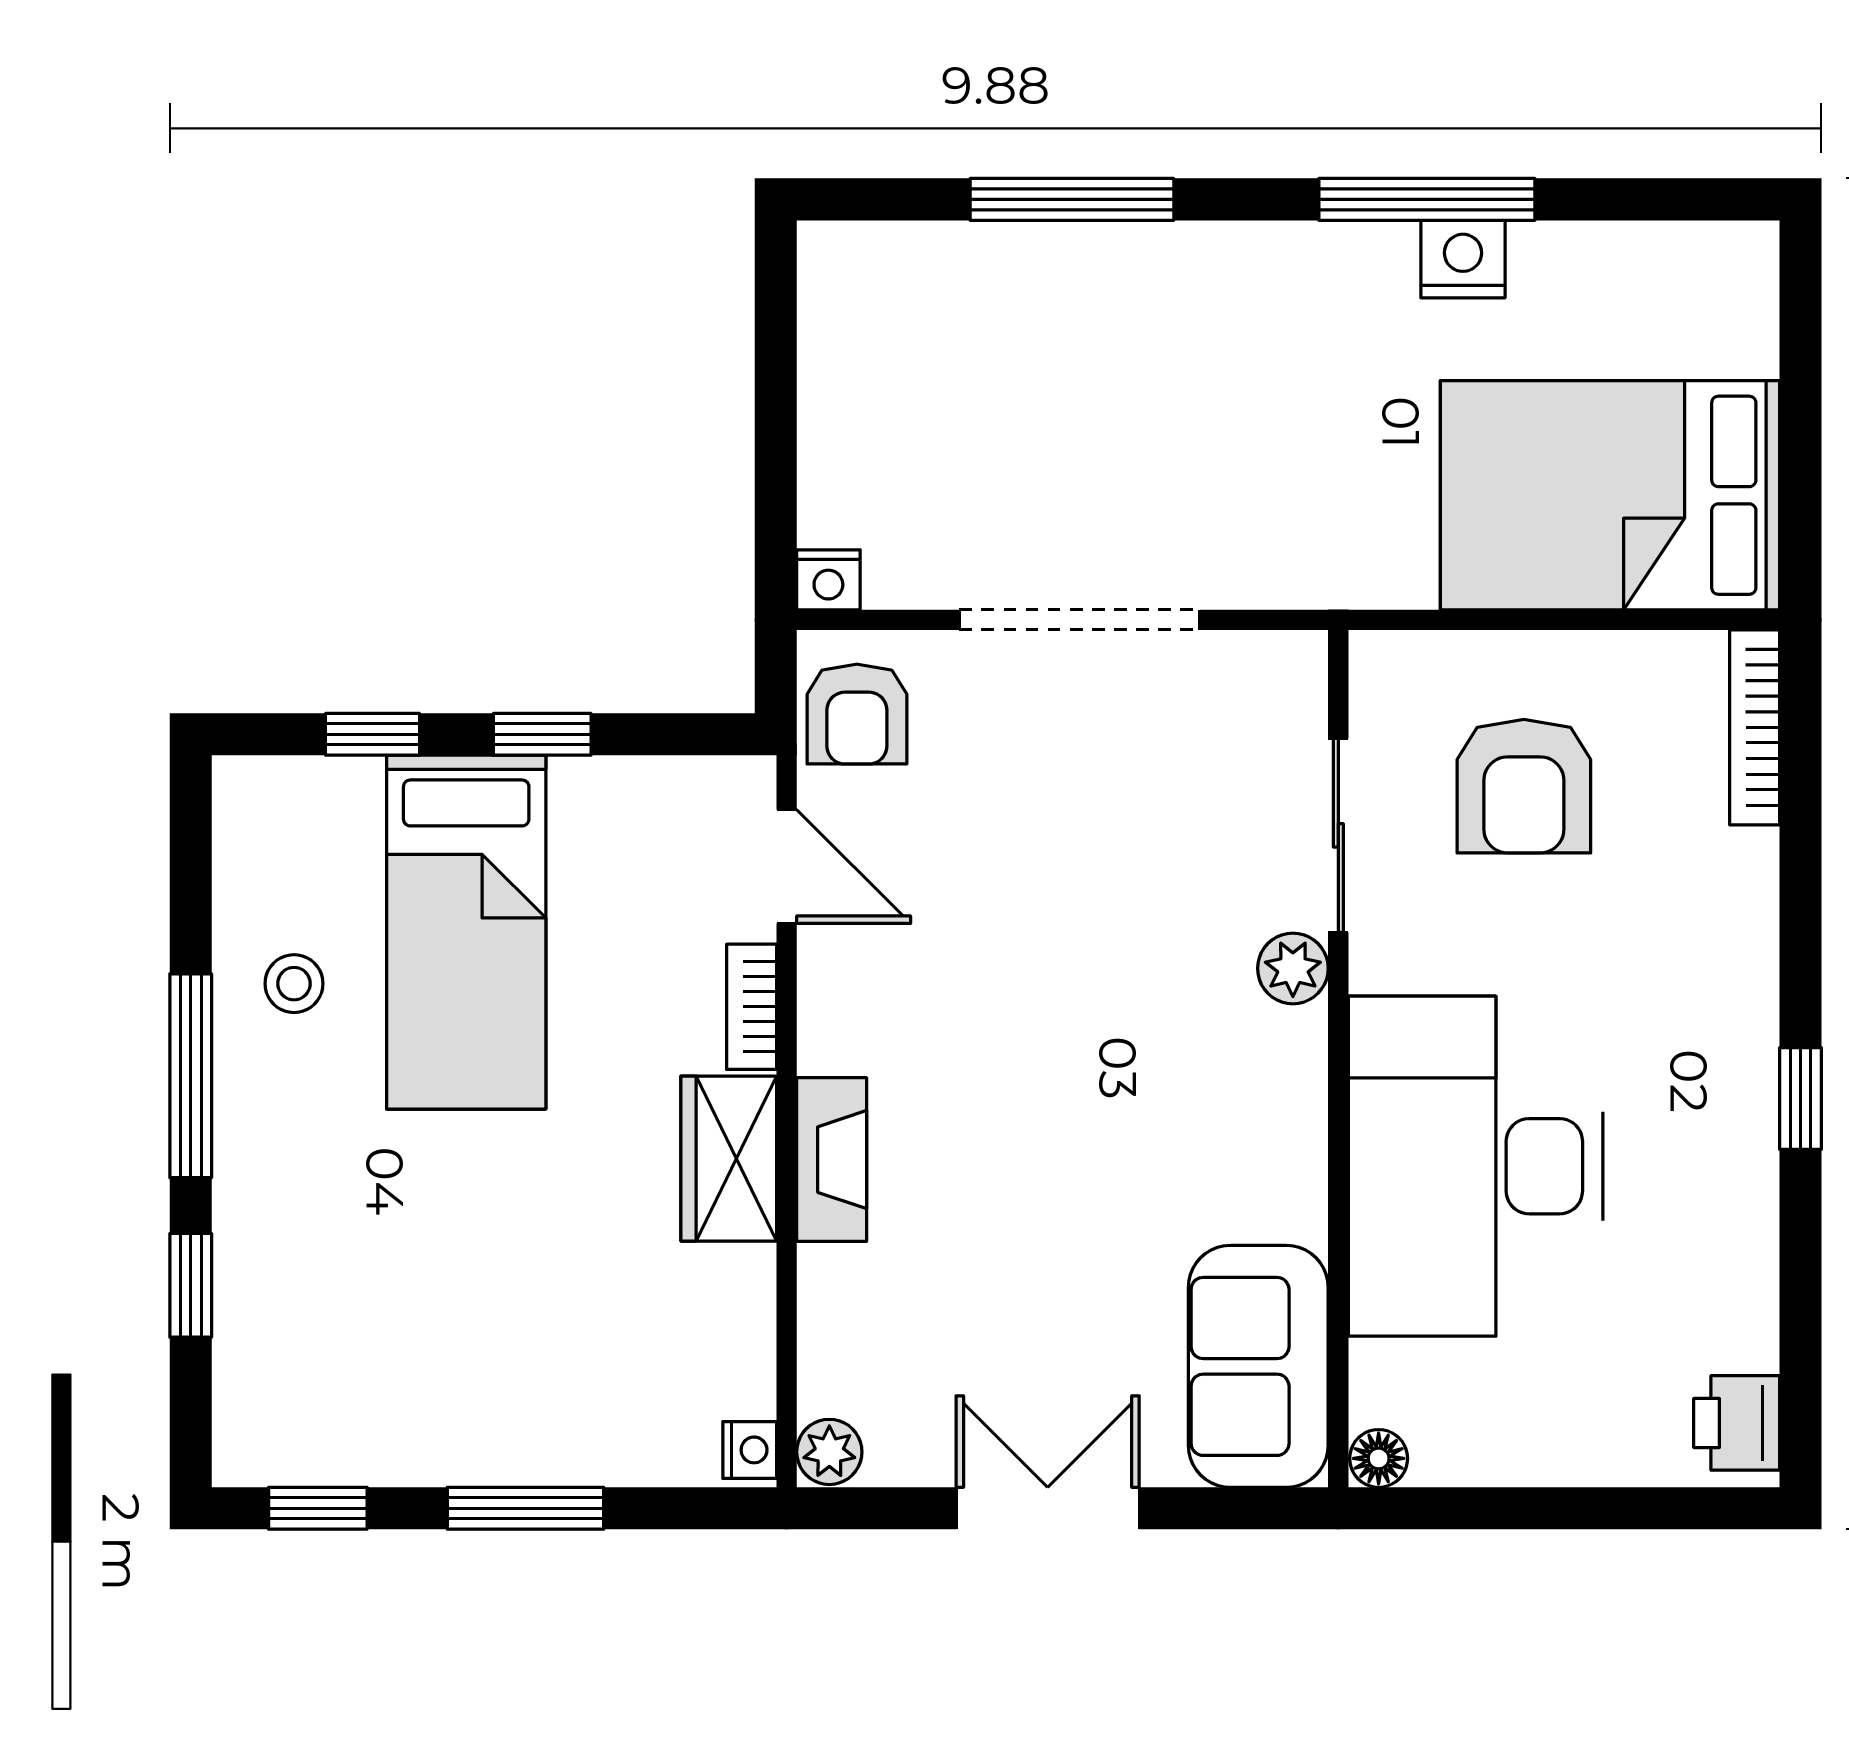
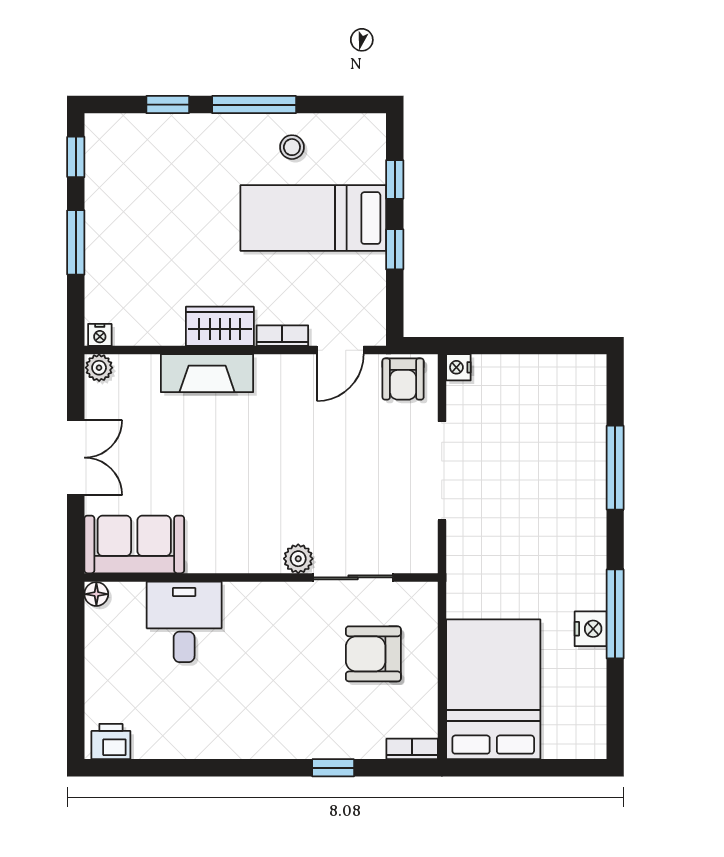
armchair: (857, 714) -> (403, 379), turned -90
bookcase: (1755, 727) -> (412, 749), width x0.64
window: (1800, 1099) -> (333, 768), moved
fireplace: (832, 1160) -> (207, 373), width x1.37, depth x1.32
desk: (1476, 1166) -> (184, 622), width x0.53, depth x0.77

